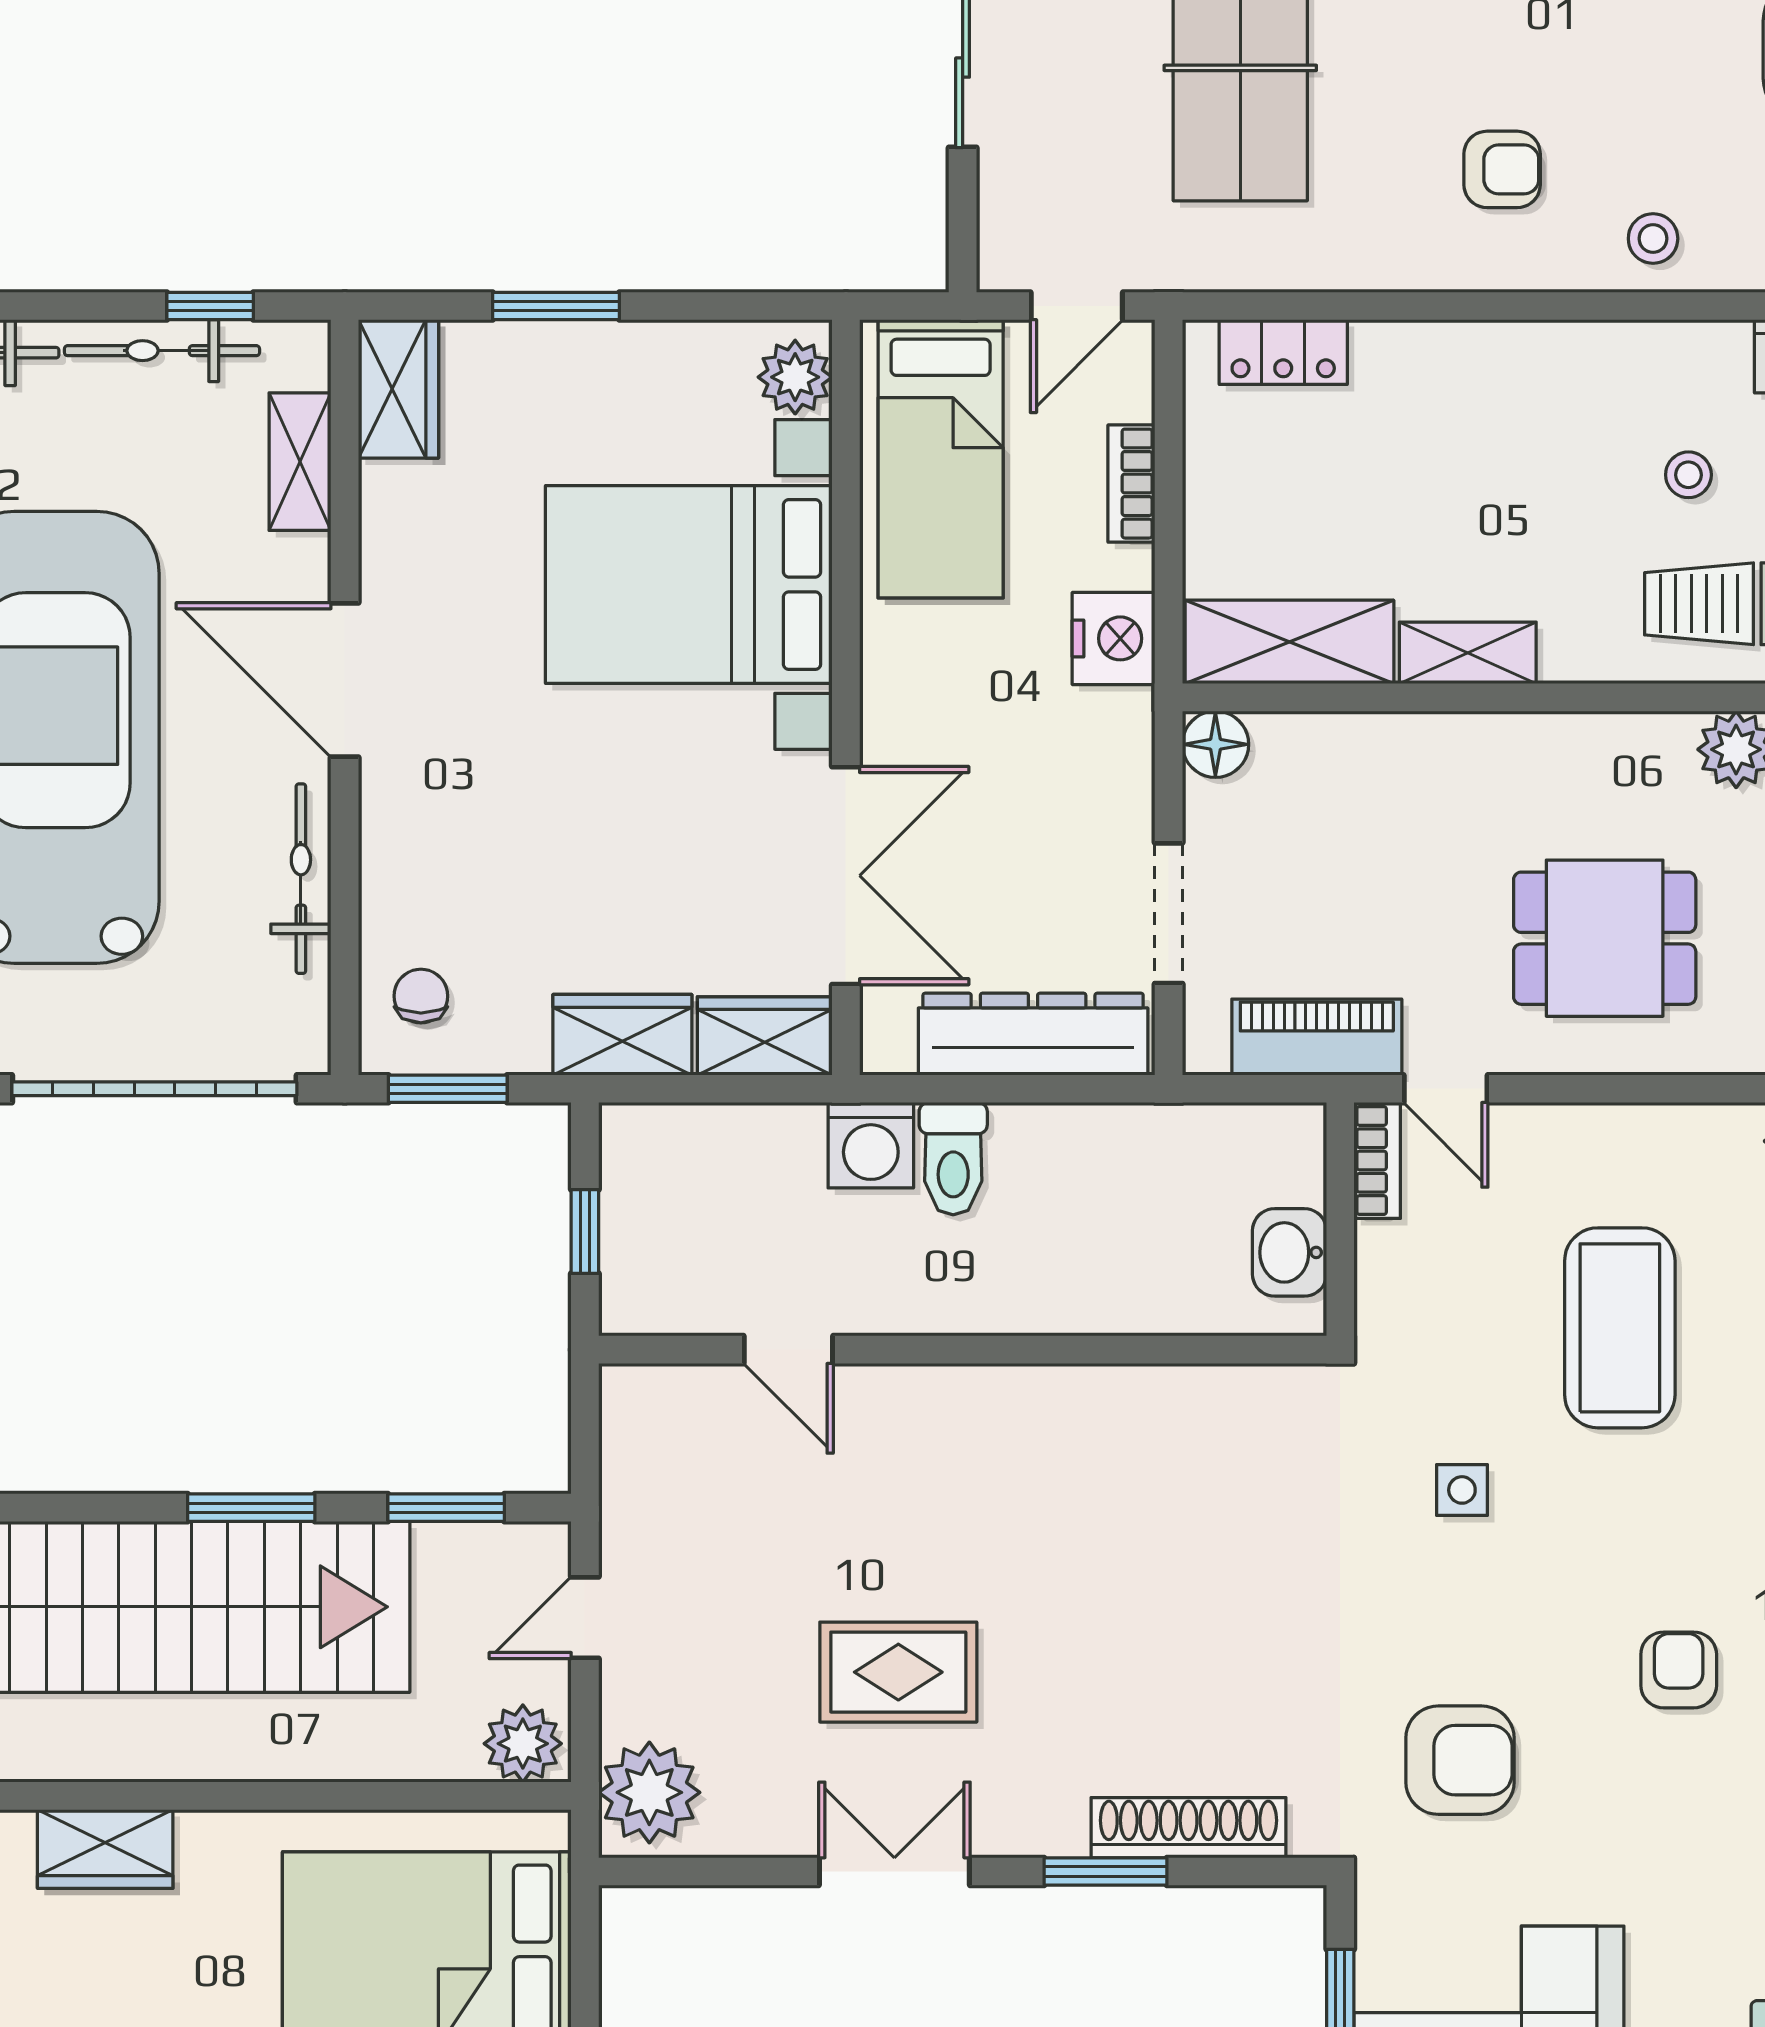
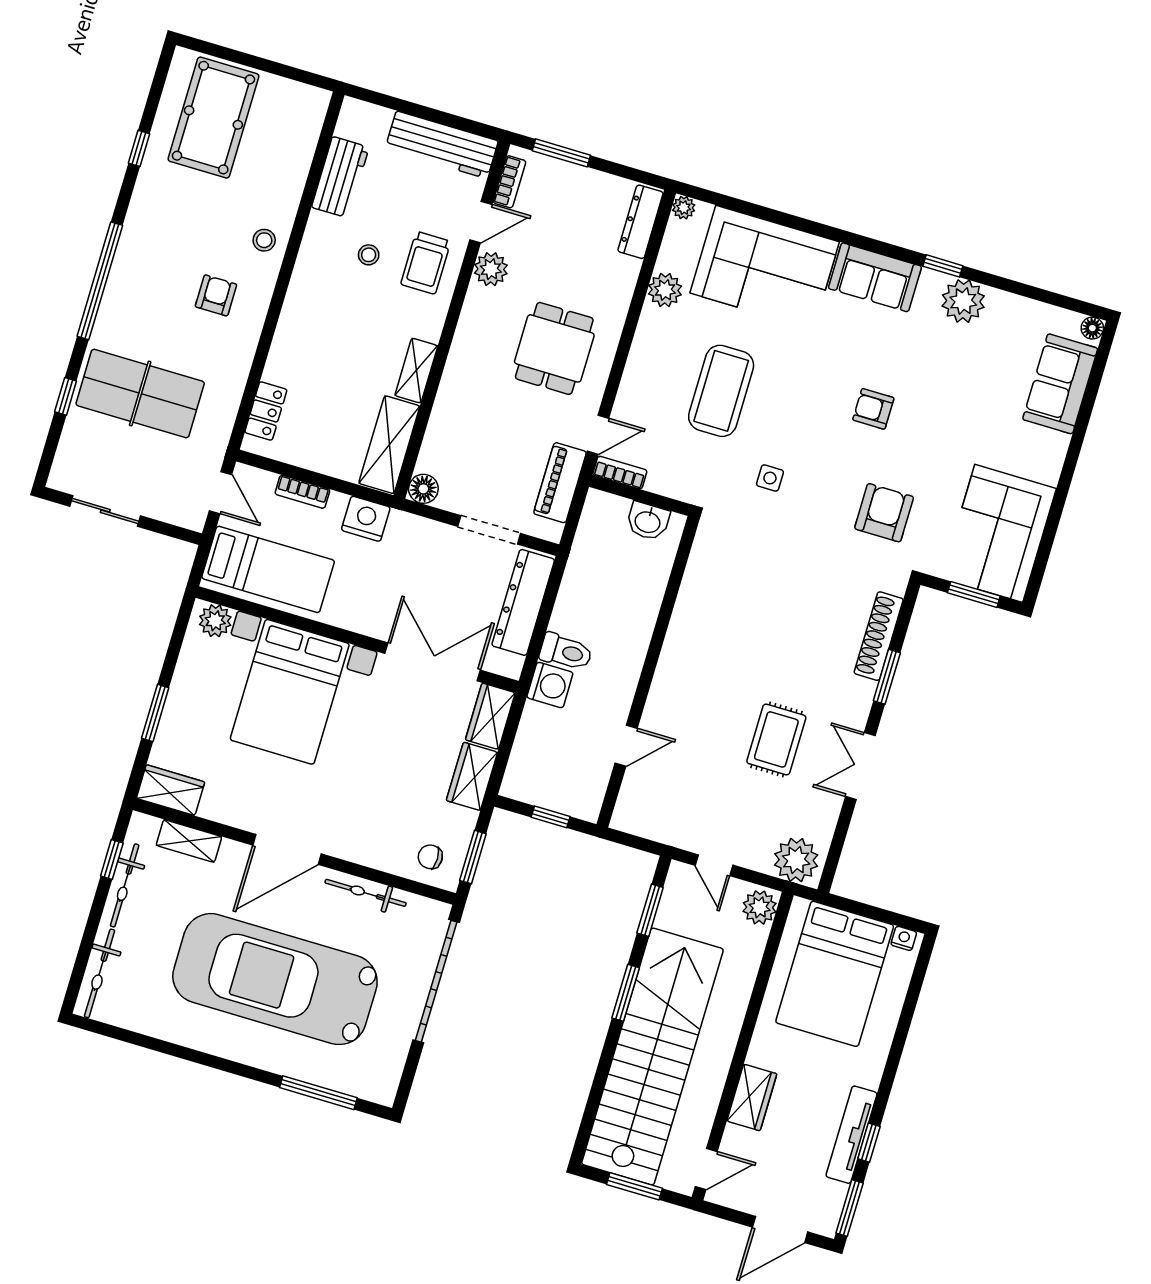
coffee table: (1620, 1328) -> (721, 391), turned 90

